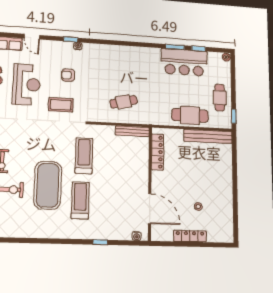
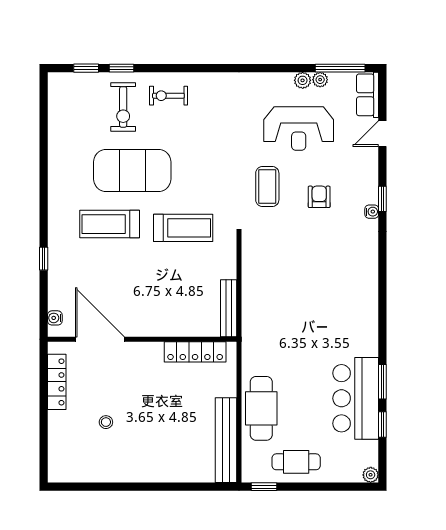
cafe table: (124, 102) -> (278, 292), removed
treadmill: (80, 200) -> (110, 224), turned 180
door: (150, 209) -> (100, 339), swing flipped
locker: (190, 236) -> (57, 382), moved

